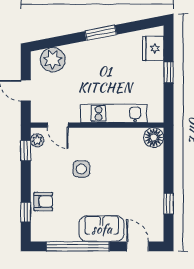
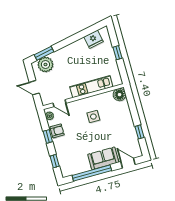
window: (101, 33) -> (44, 53), moved
fridge: (153, 48) -> (93, 39), moved, turned -101
window: (26, 151) -> (48, 136), moved
side table: (81, 169) -> (93, 117), moved
armchair: (43, 202) -> (57, 131), moved

